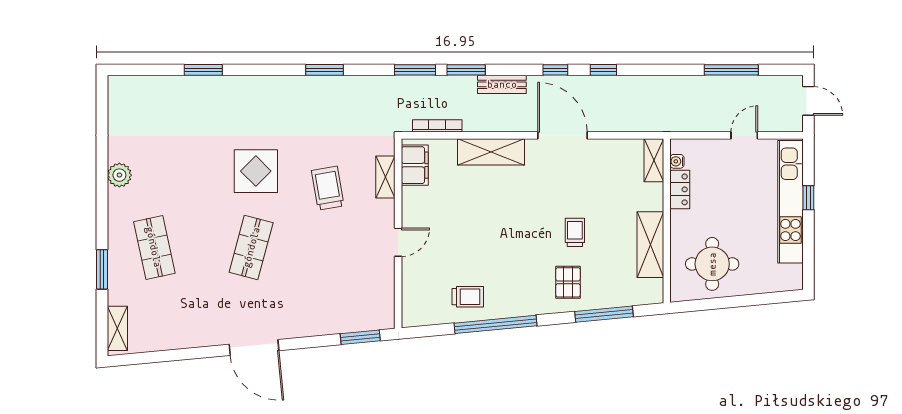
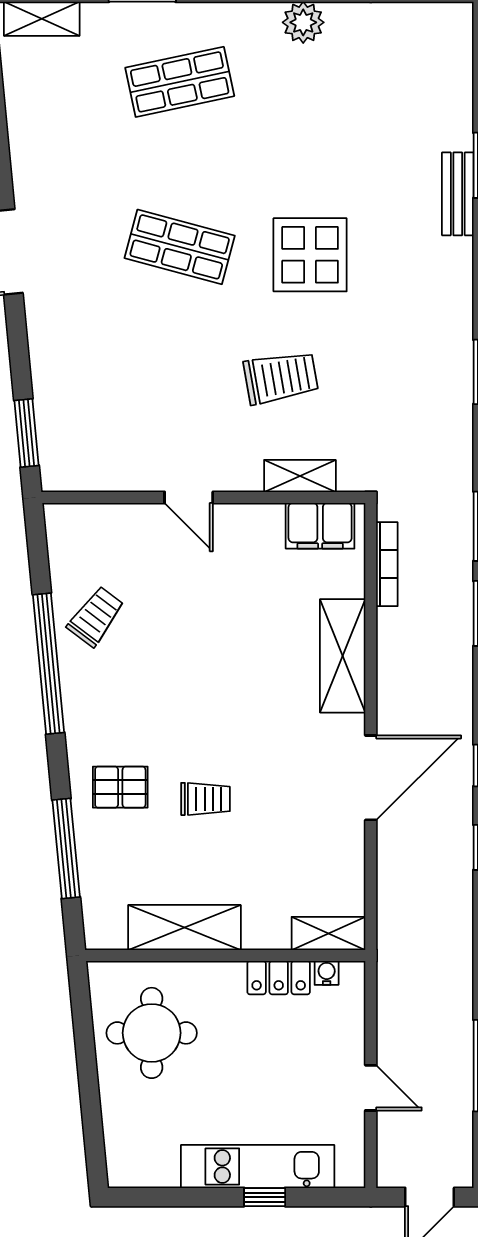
bench: (502, 84) -> (458, 194), moved
kitchen unit: (790, 202) -> (258, 1166), width x0.73
trolley: (468, 297) -> (96, 616), turned -143

